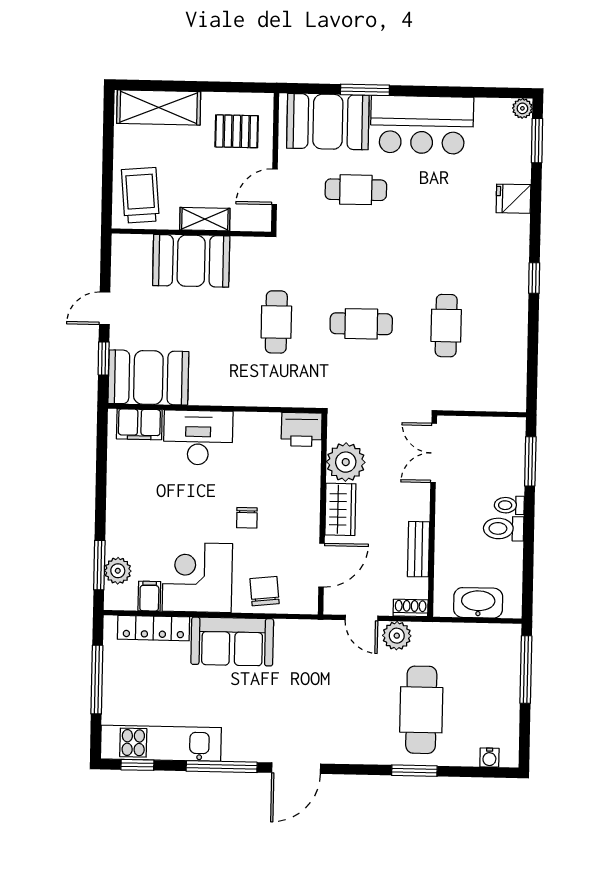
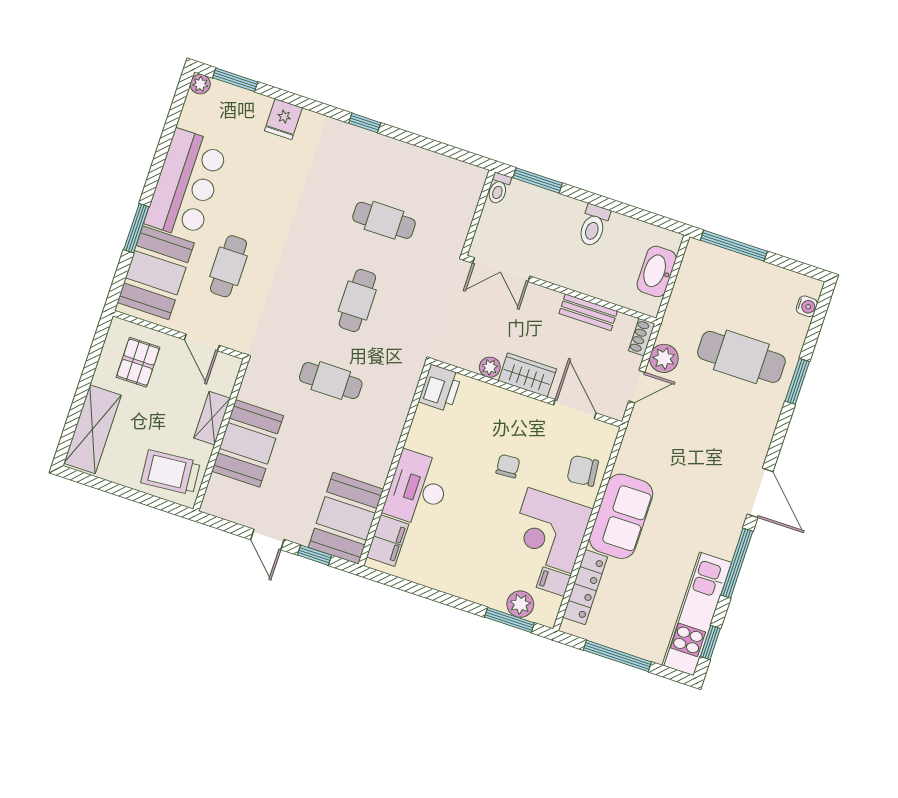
plant: (346, 462) -> (490, 367), width x0.53, depth x0.53
toilet: (509, 505) -> (499, 188), moved
chair: (247, 518) -> (508, 466), turned -94

